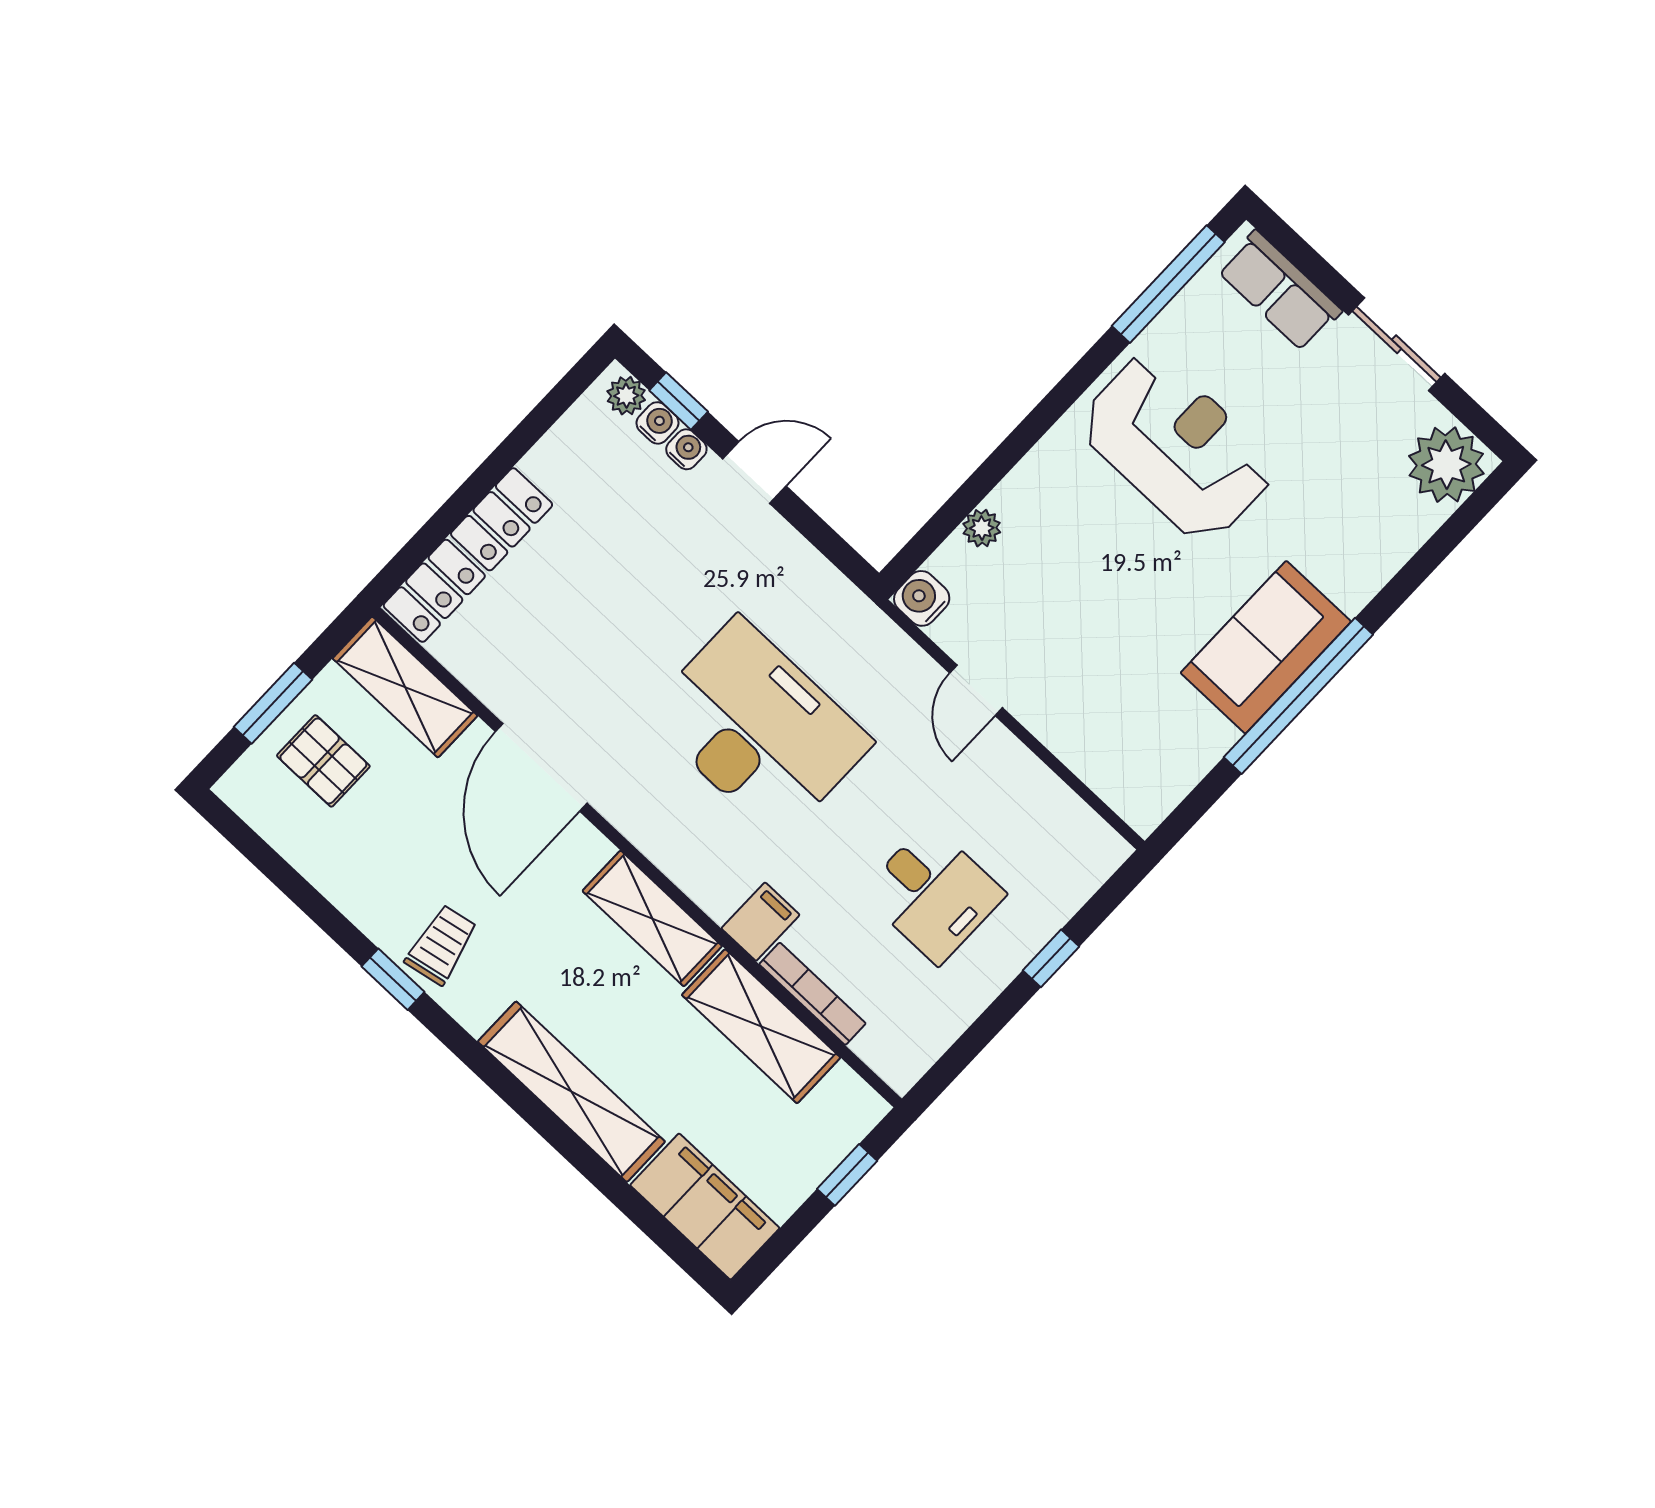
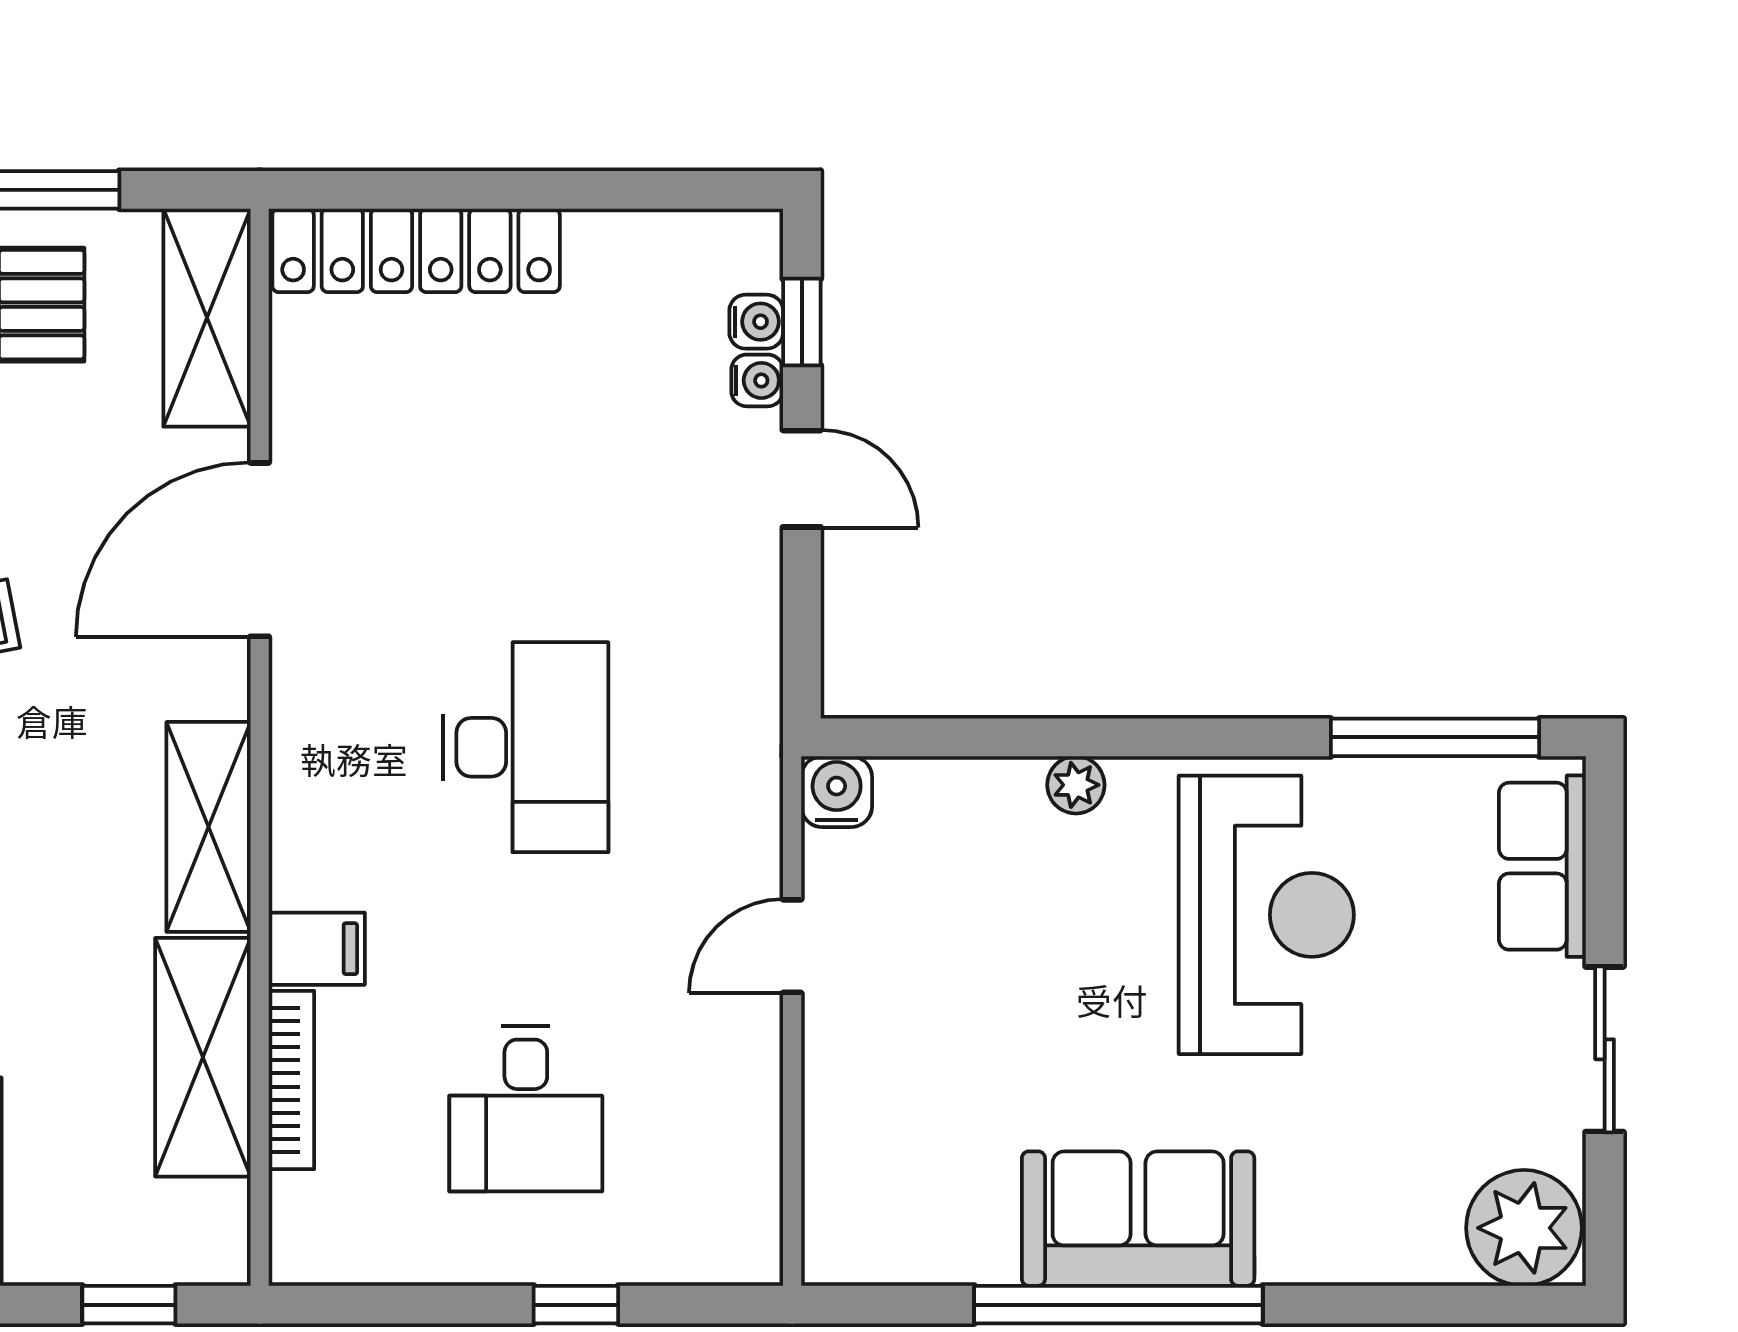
plant: (626, 396) -> (754, 259), removed
plant: (982, 528) -> (1076, 785), moved
desk: (758, 729) -> (526, 747), width x0.73, depth x0.77

